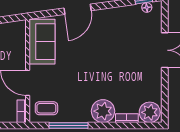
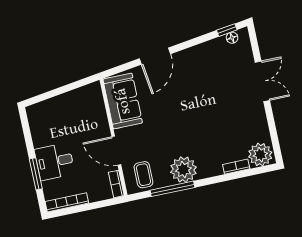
coffee table: (46, 108) -> (143, 175), turned 90
plant: (103, 111) -> (183, 170), moved

